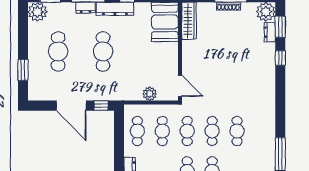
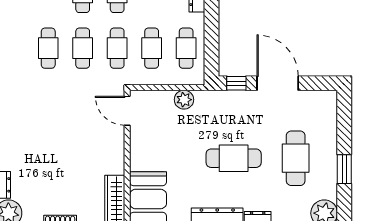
cafe table: (103, 51) -> (234, 158), turned 90
window: (23, 70) -> (344, 169), moved
plant: (150, 94) -> (184, 100), moved

